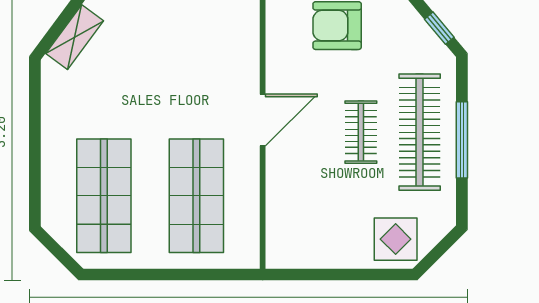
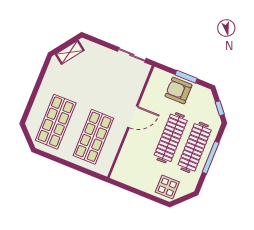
clothes rail: (361, 132) -> (171, 138), width x1.86, depth x1.31

